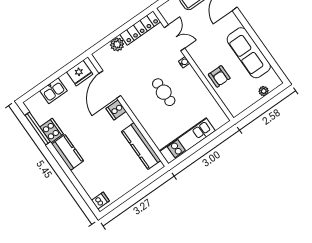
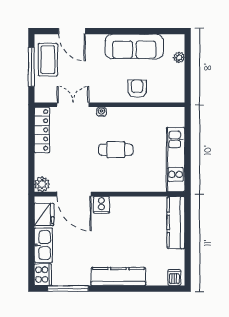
plant: (117, 44) -> (42, 184), moved
armchair: (219, 76) -> (137, 89), turned -90
kitchen sink: (53, 91) -> (43, 245), width x1.38
cooker: (52, 131) -> (43, 275), moved, turned 90
kitchen counter: (141, 146) -> (176, 222), moved, turned 90
kitchen counter: (68, 153) -> (118, 277), width x1.50

